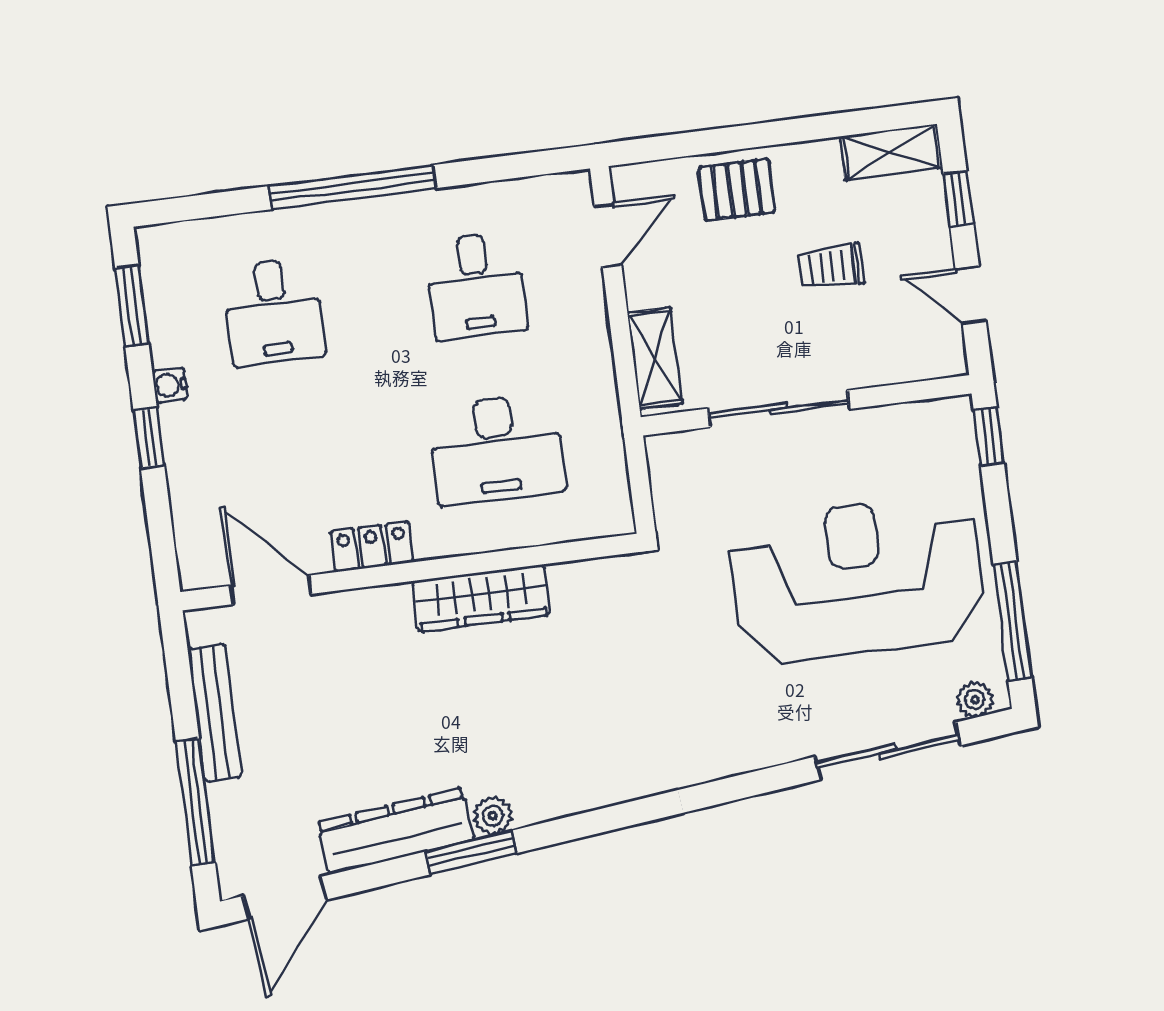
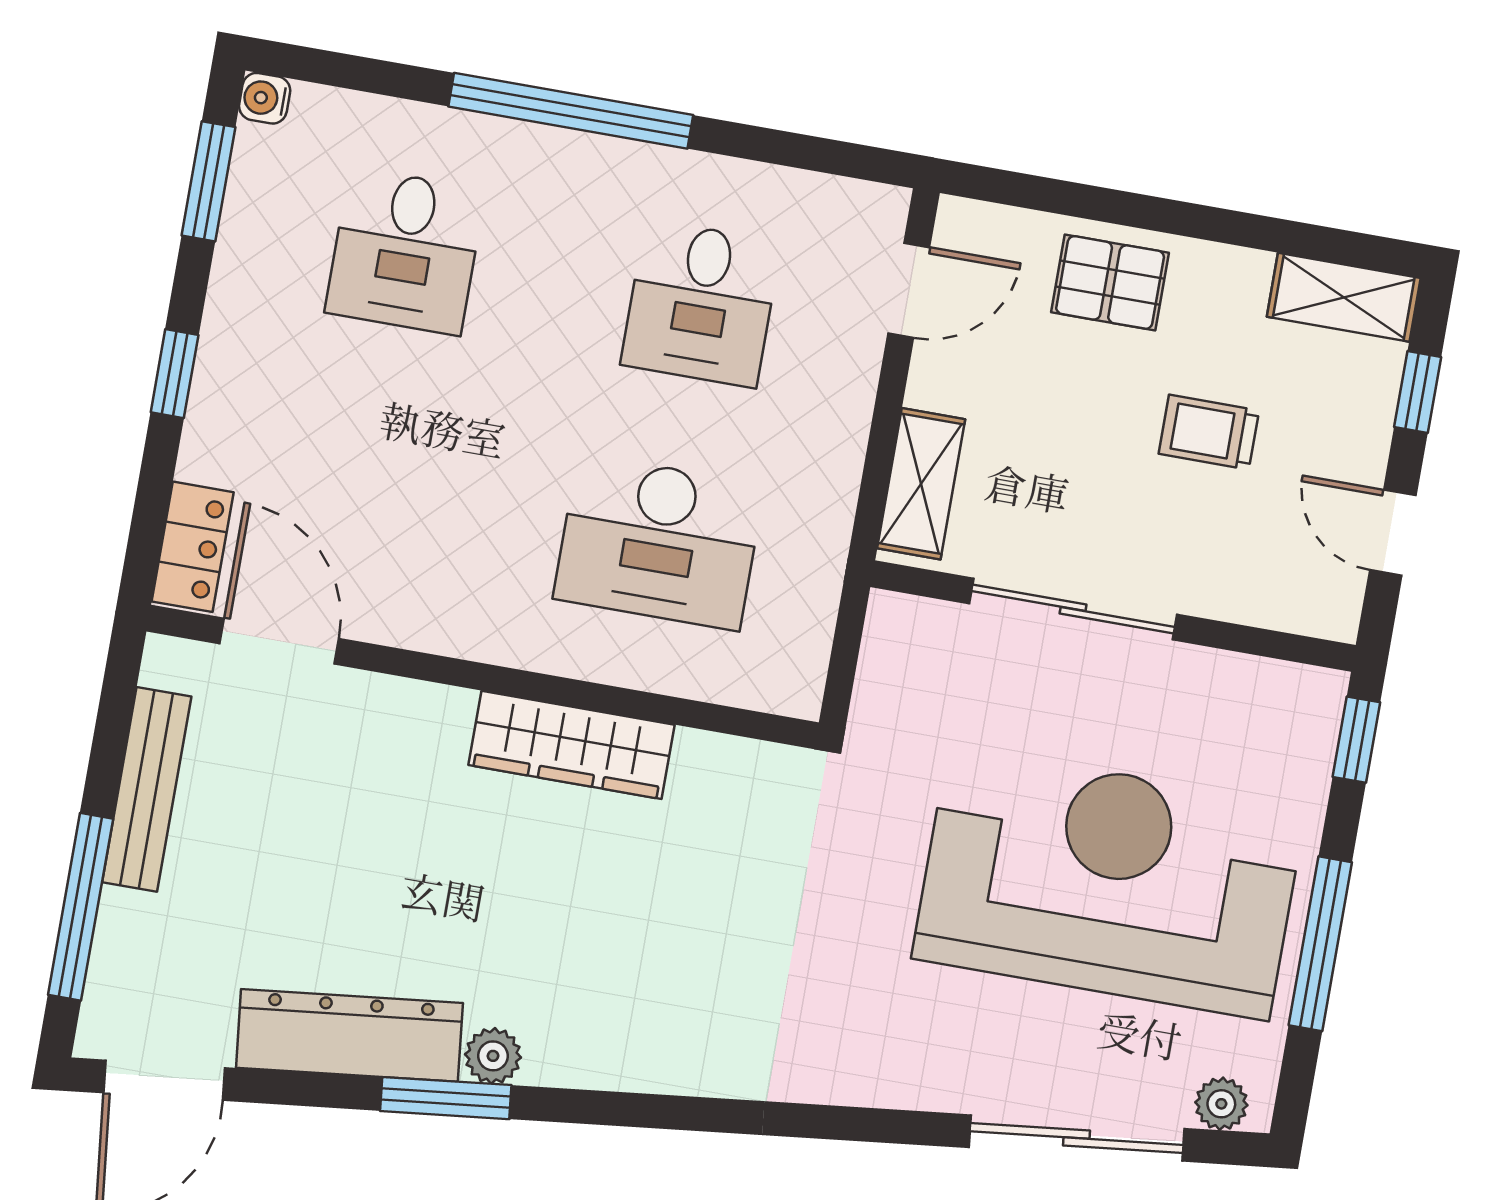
water cooler: (170, 385) -> (265, 98), moved
locker: (372, 547) -> (193, 547), moved, turned 90
window: (1012, 621) -> (1320, 944), moved

